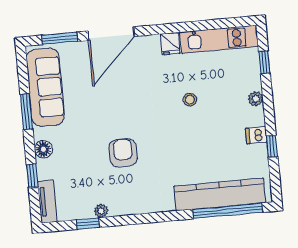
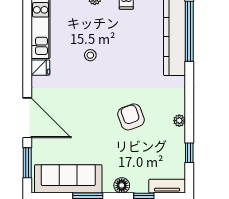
armchair: (123, 153) -> (131, 117), turned 70
plant: (101, 211) -> (179, 121), moved

